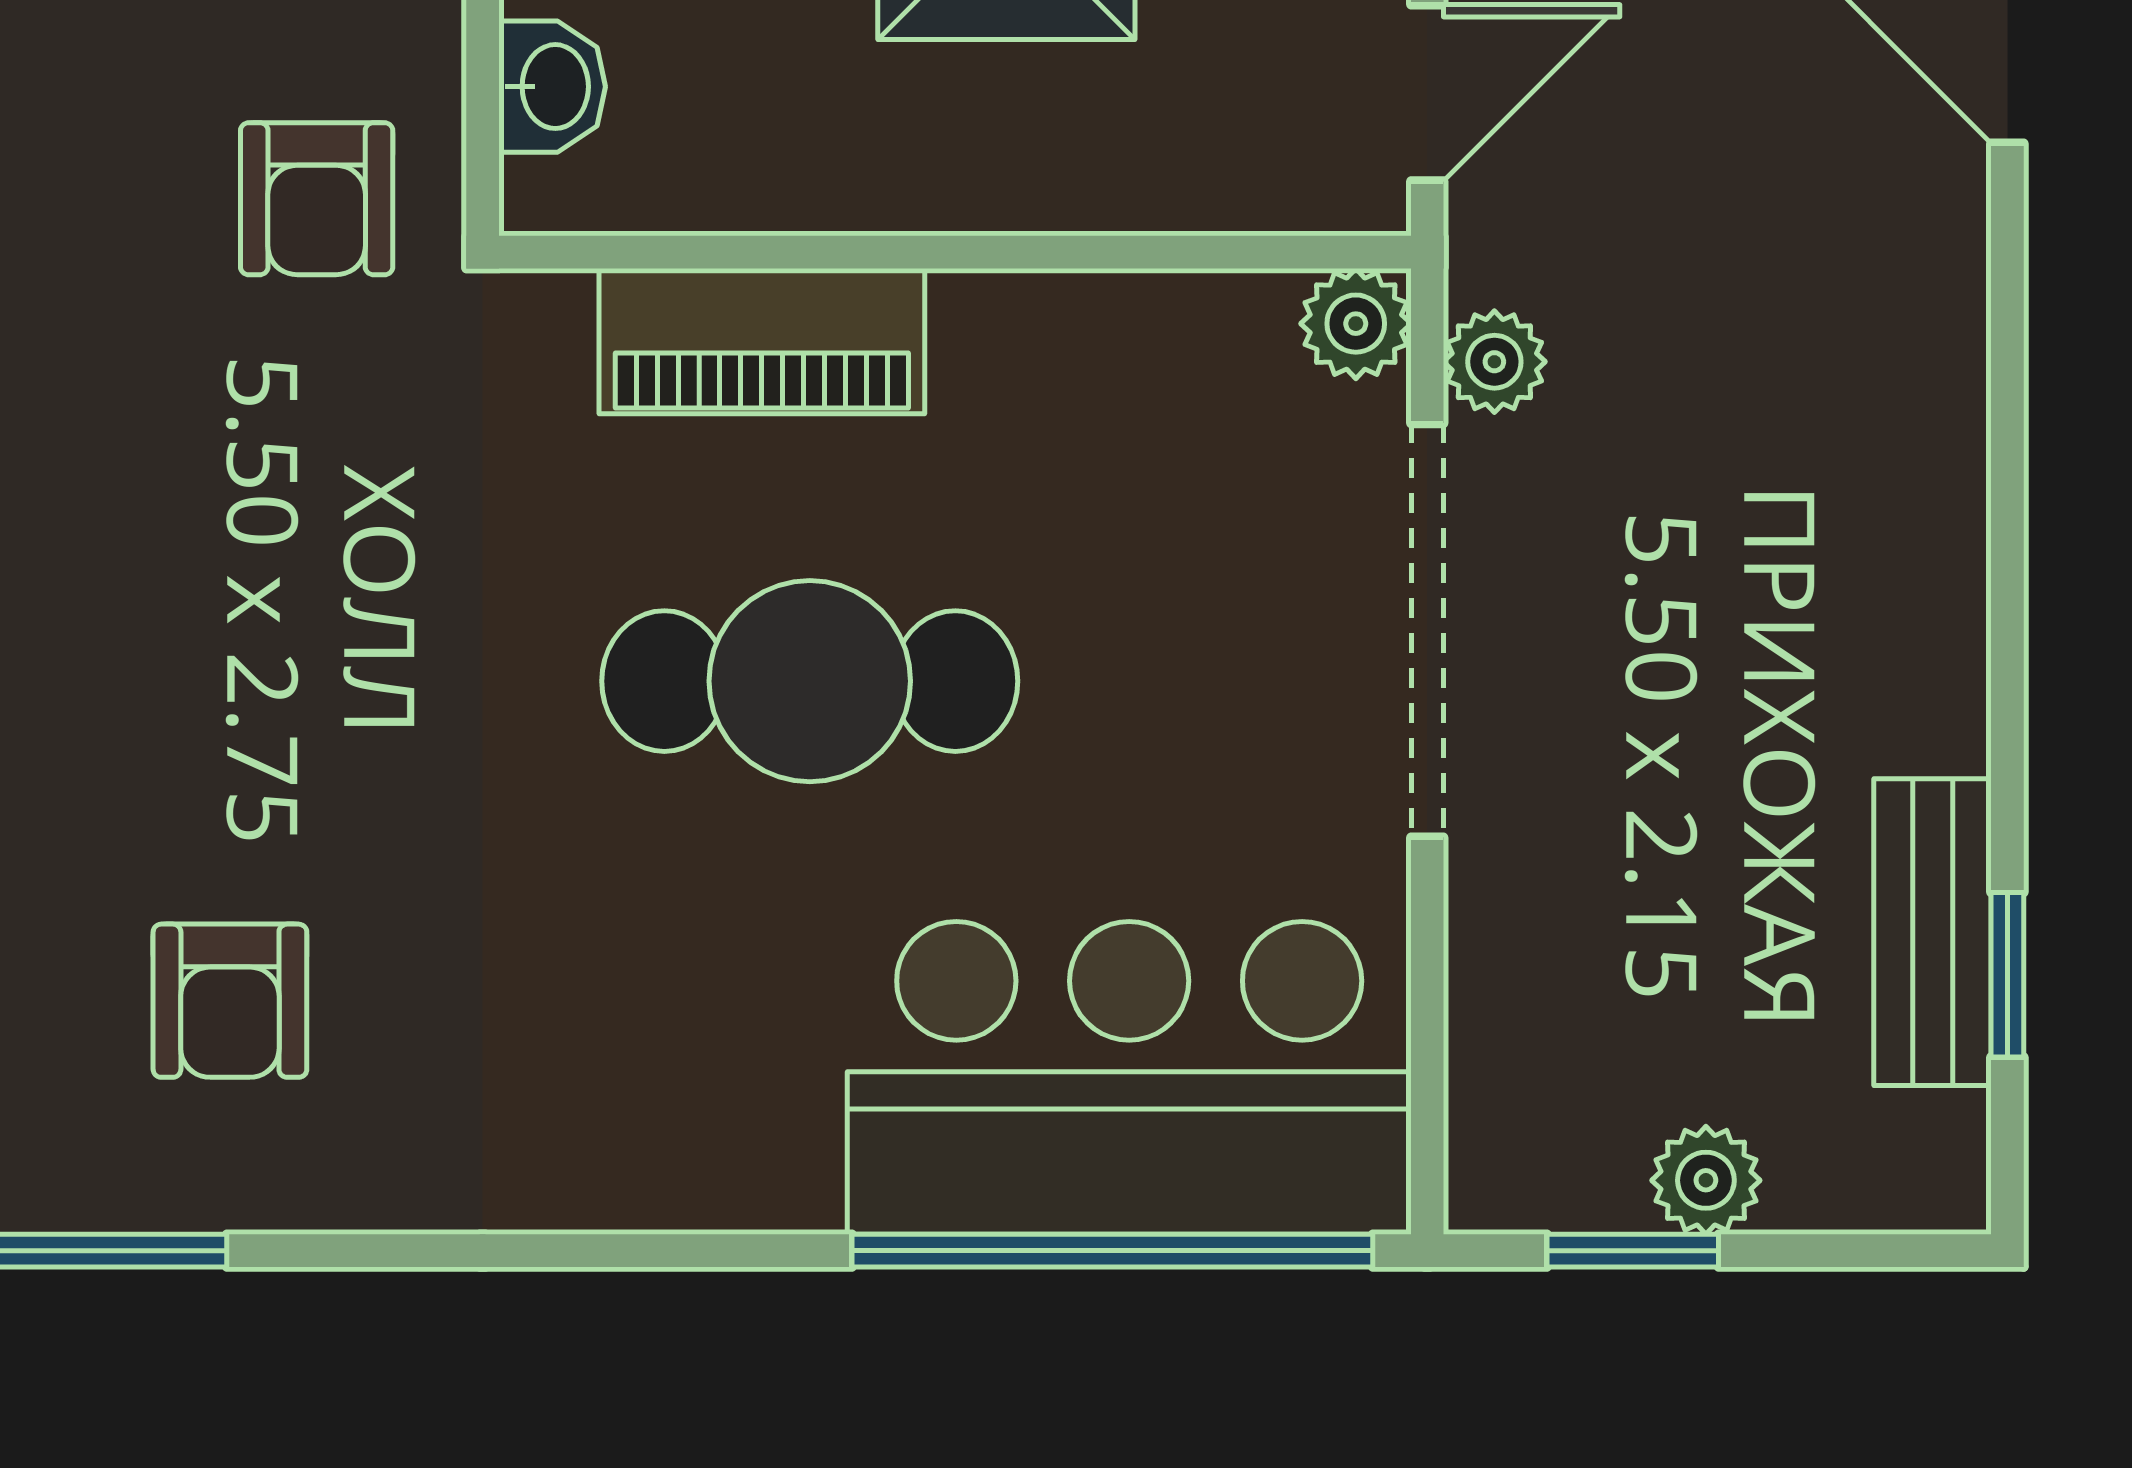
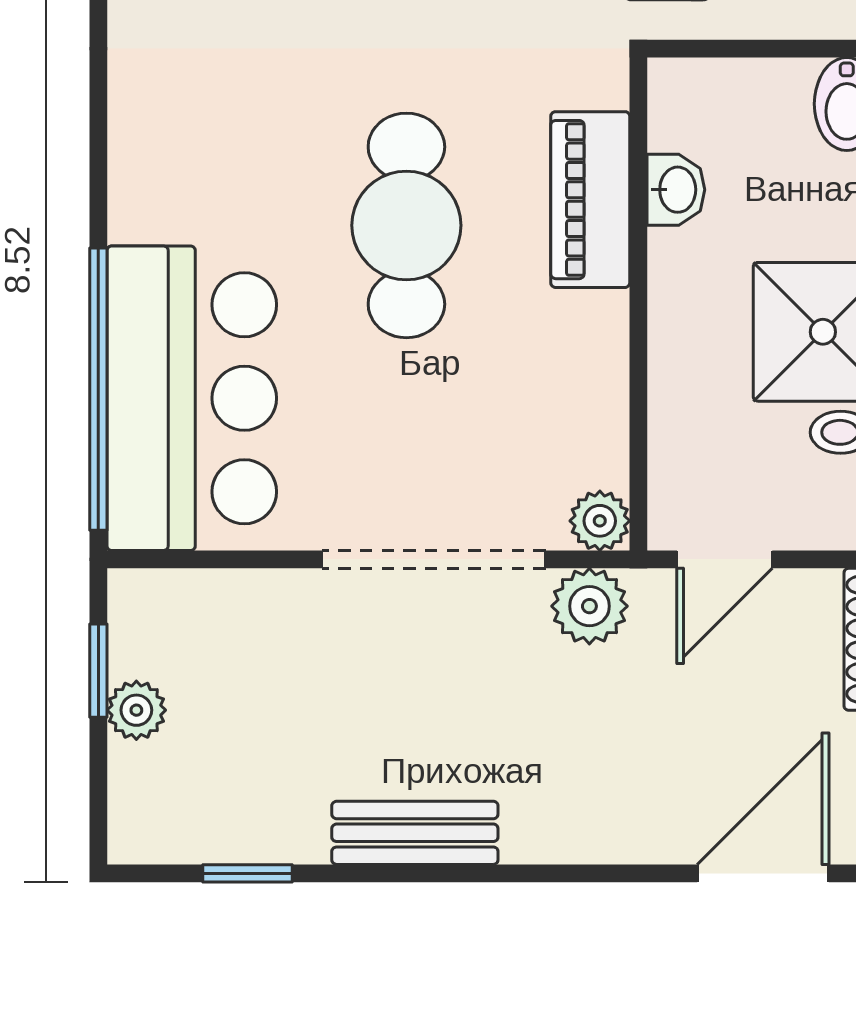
washbasin: (552, 87) -> (676, 190), moved, turned -90
door: (1427, 93) -> (725, 559), hinge flipped
plant: (1494, 362) -> (589, 606), width x1.38, depth x1.38
bench: (1933, 932) -> (415, 833), moved

